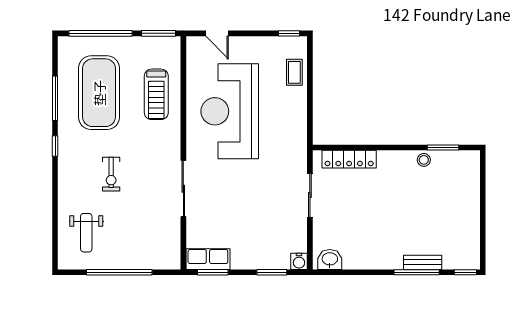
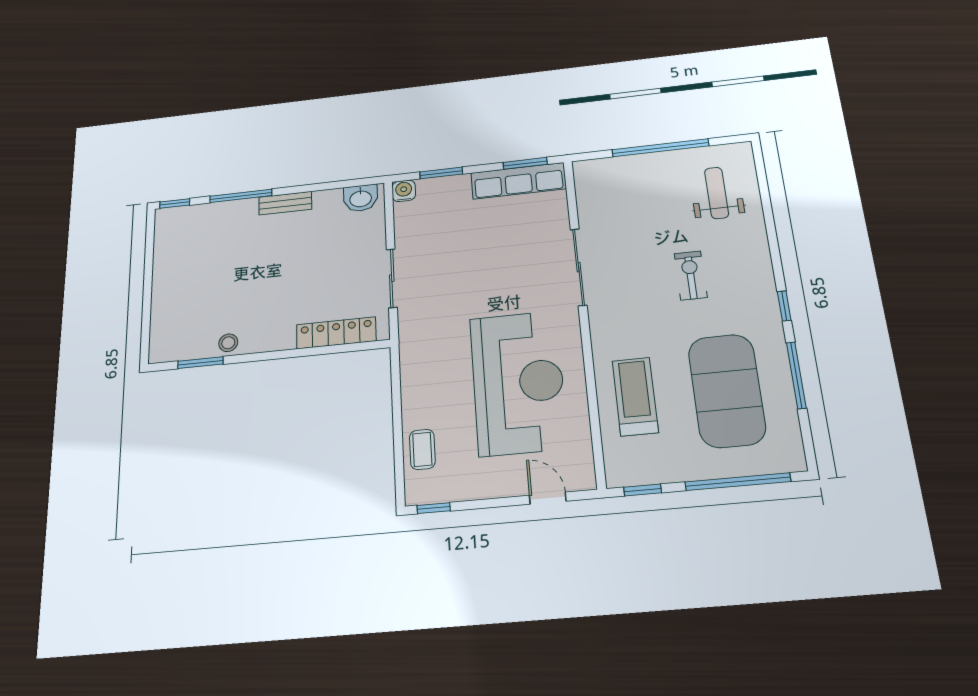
window: (159, 33) -> (643, 490), width x0.67
row of seats: (208, 259) -> (518, 181), width x1.48
bench: (423, 262) -> (285, 203), moved

